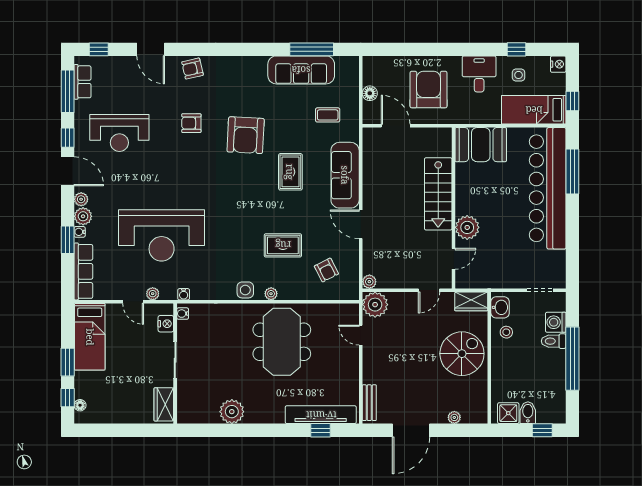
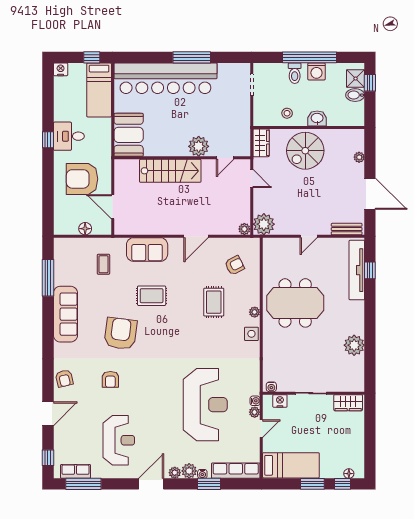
window: (516, 49) -> (48, 140), moved
sofa: (301, 70) -> (65, 314), moved
side table: (519, 75) -> (70, 103), removed
door: (396, 126) -> (113, 207), hinge flipped
armchair: (246, 135) -> (121, 334), turned -86
window: (68, 138) -> (123, 484), removed
window: (572, 171) -> (192, 57), moved
sofa: (345, 175) -> (147, 249), width x0.73
door: (454, 259) -> (225, 158), swing flipped
water cooler: (184, 294) -> (255, 401), moved
washbasin: (500, 307) -> (317, 118), moved
washing machine: (556, 322) -> (316, 71), moved
door: (361, 335) -> (309, 236), moved
spiral stairs: (462, 354) -> (305, 151), turned -90
shower: (508, 413) -> (356, 79), moved

